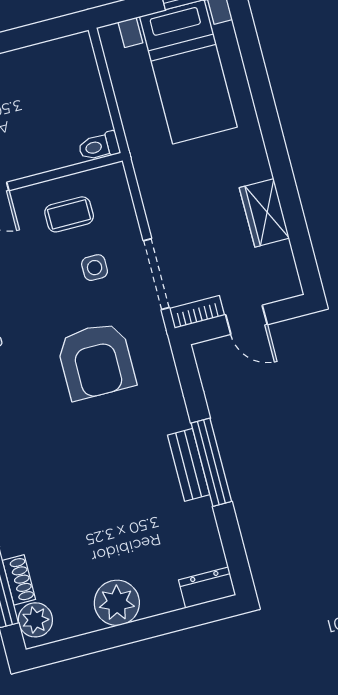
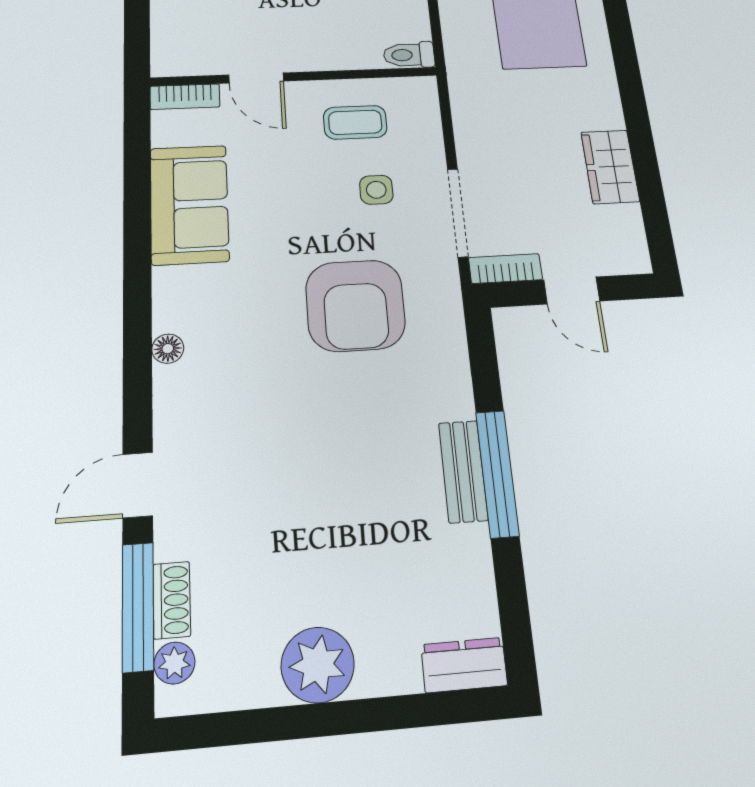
plant: (35, 620) -> (174, 663), width x0.73, depth x0.73

